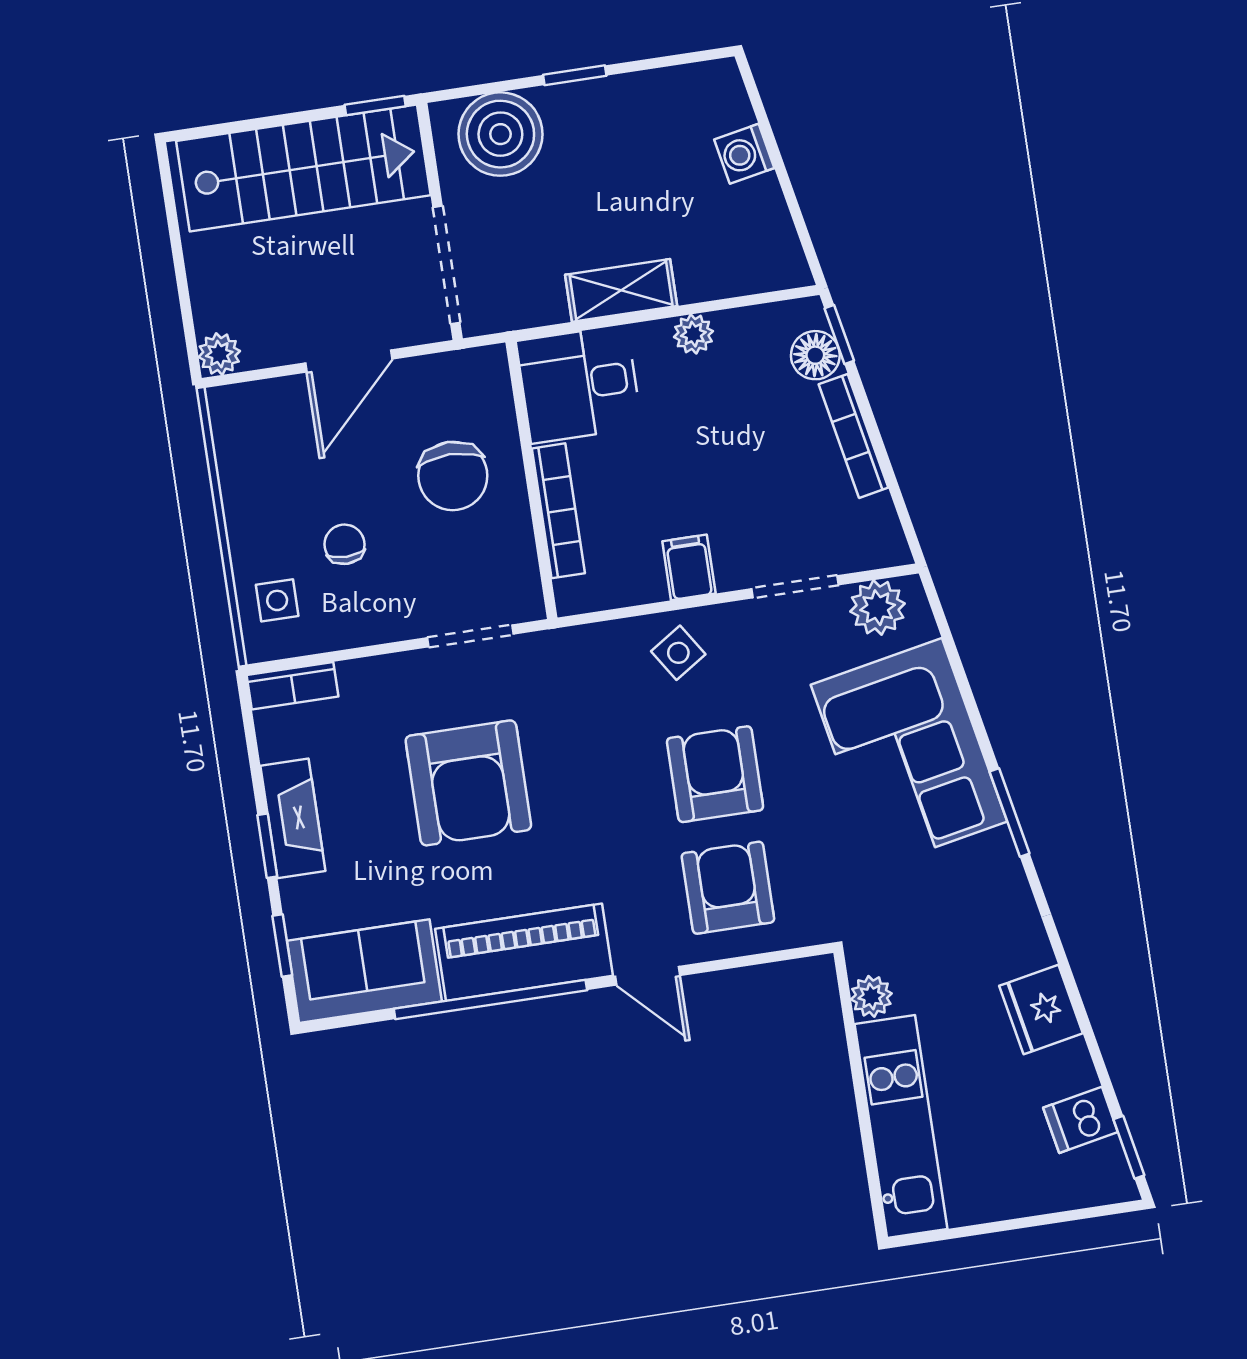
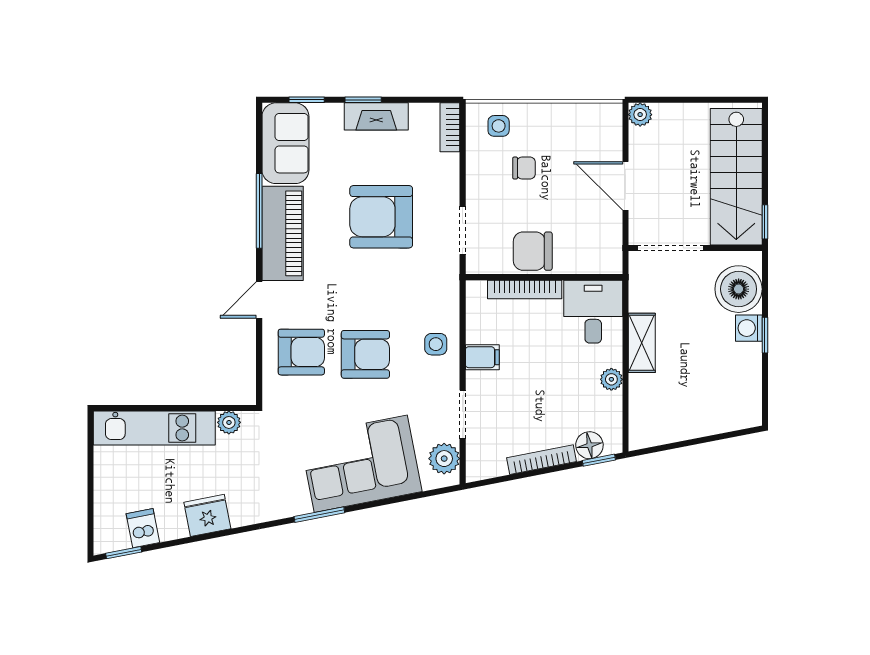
washing machine: (744, 154) -> (749, 328), moved, turned -79
chair: (453, 476) -> (533, 251), moved
side table: (678, 653) -> (436, 344), turned 33
window: (490, 1000) -> (259, 211), width x0.68

